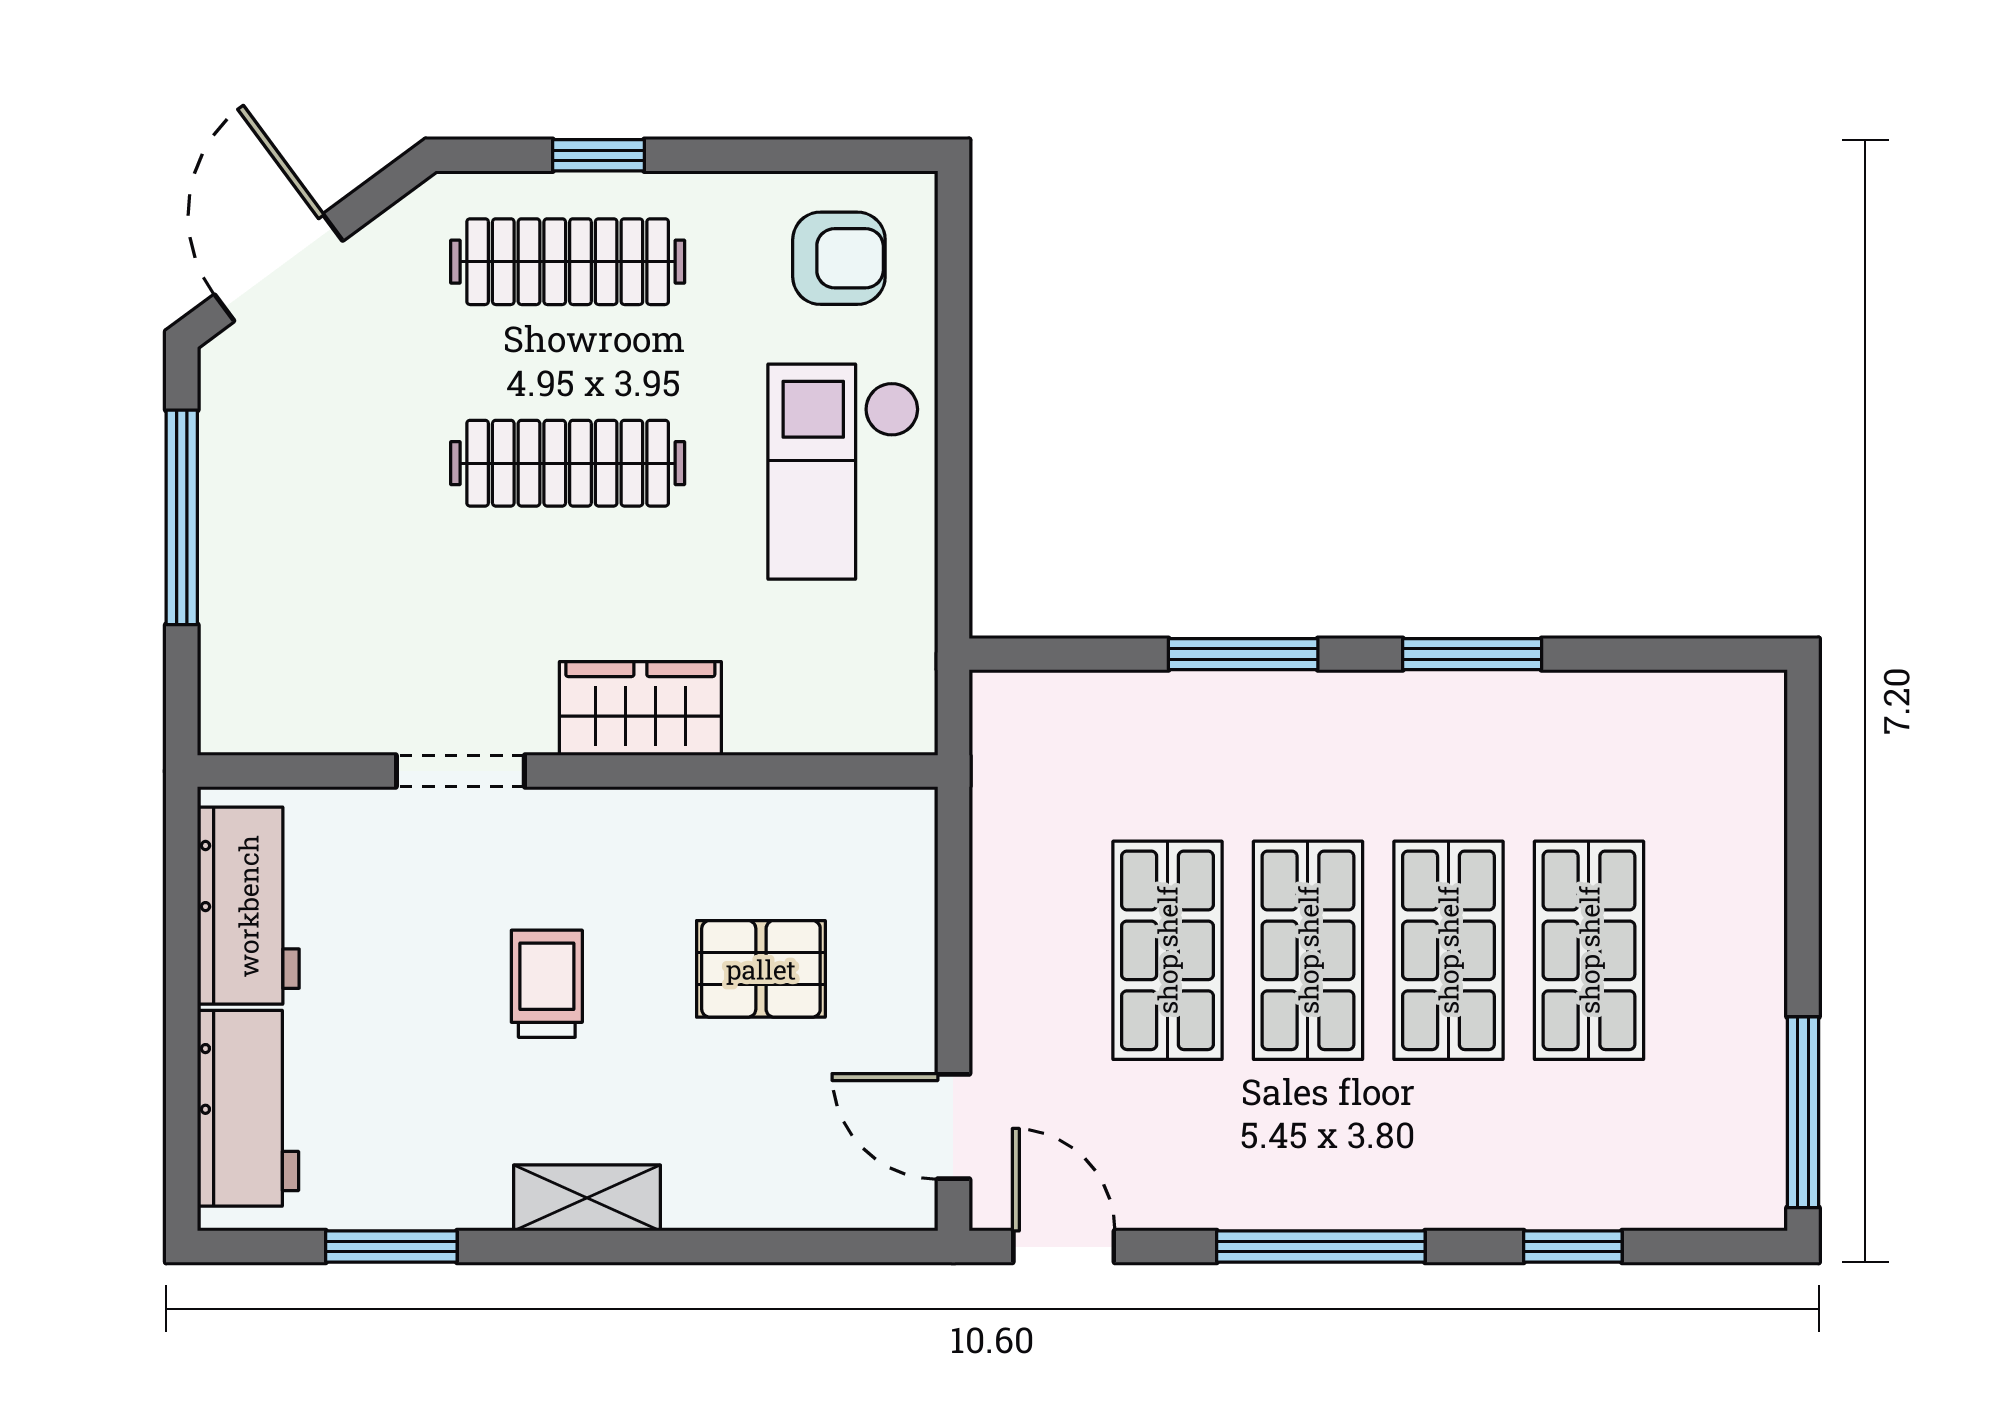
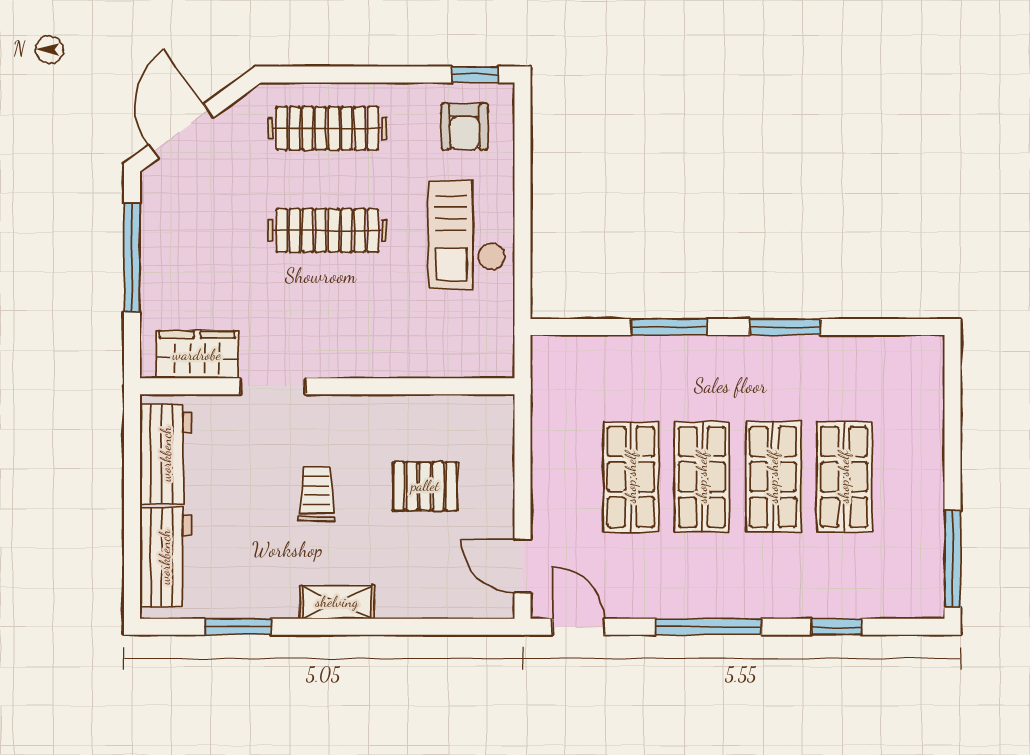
window: (599, 155) -> (475, 75), moved
armchair: (839, 258) -> (465, 127), turned 90
wardrobe: (640, 709) -> (197, 355), moved

